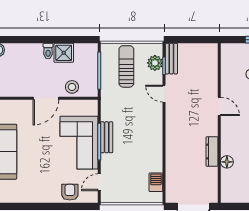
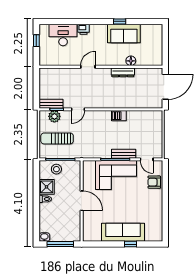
stool: (72, 87) -> (56, 169), moved
bench: (107, 137) -> (124, 154), moved
barbecue: (156, 182) -> (119, 116), moved

